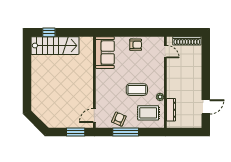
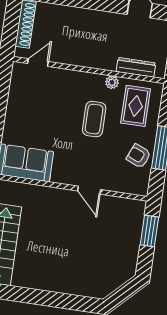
armchair: (136, 45) -> (19, 110), removed
door: (94, 116) -> (89, 190), moved

